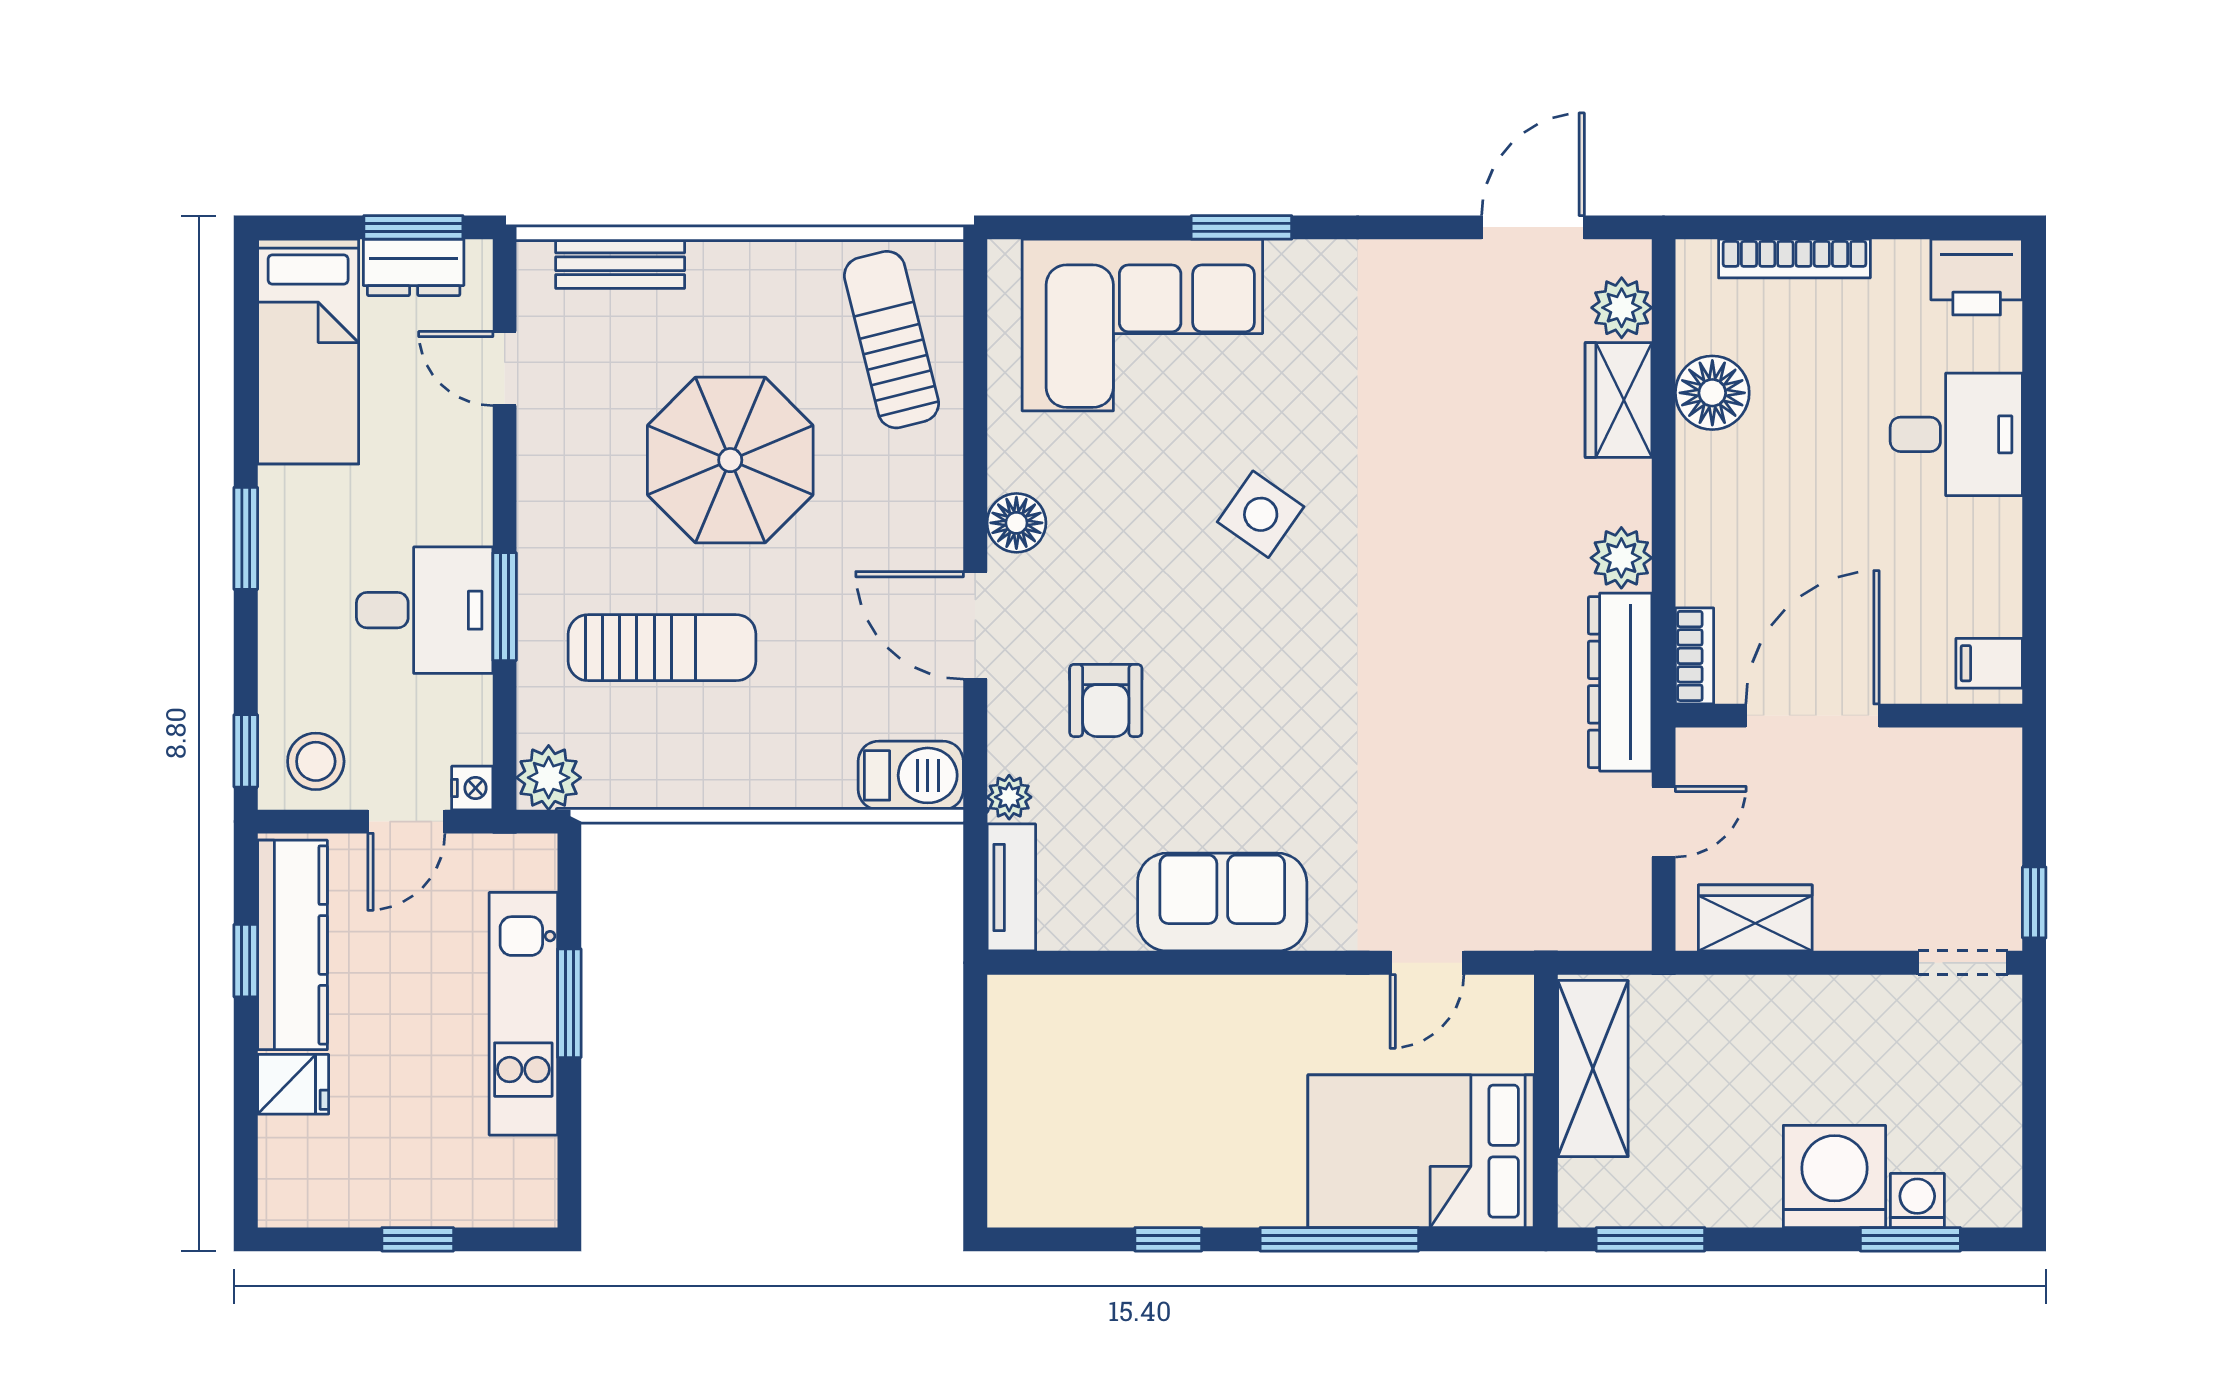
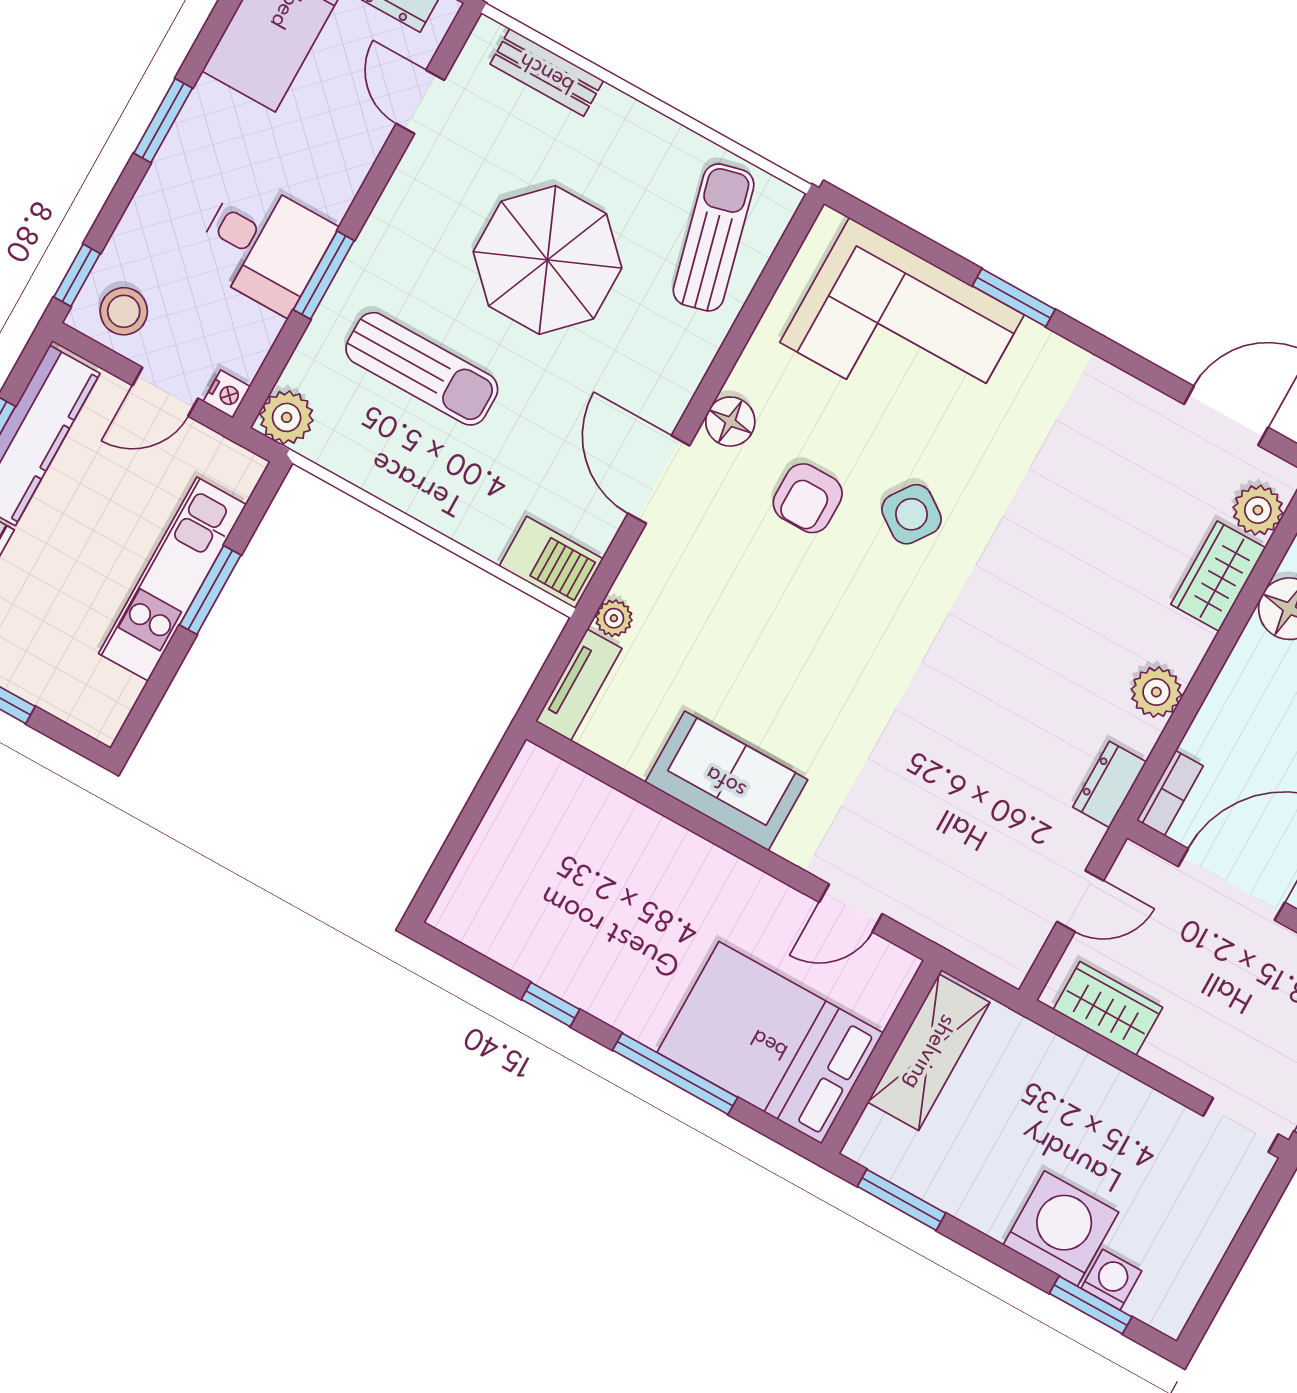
dresser: (1620, 682) -> (1110, 784), width x0.51, depth x0.80
armchair: (1106, 700) -> (808, 498), moved

